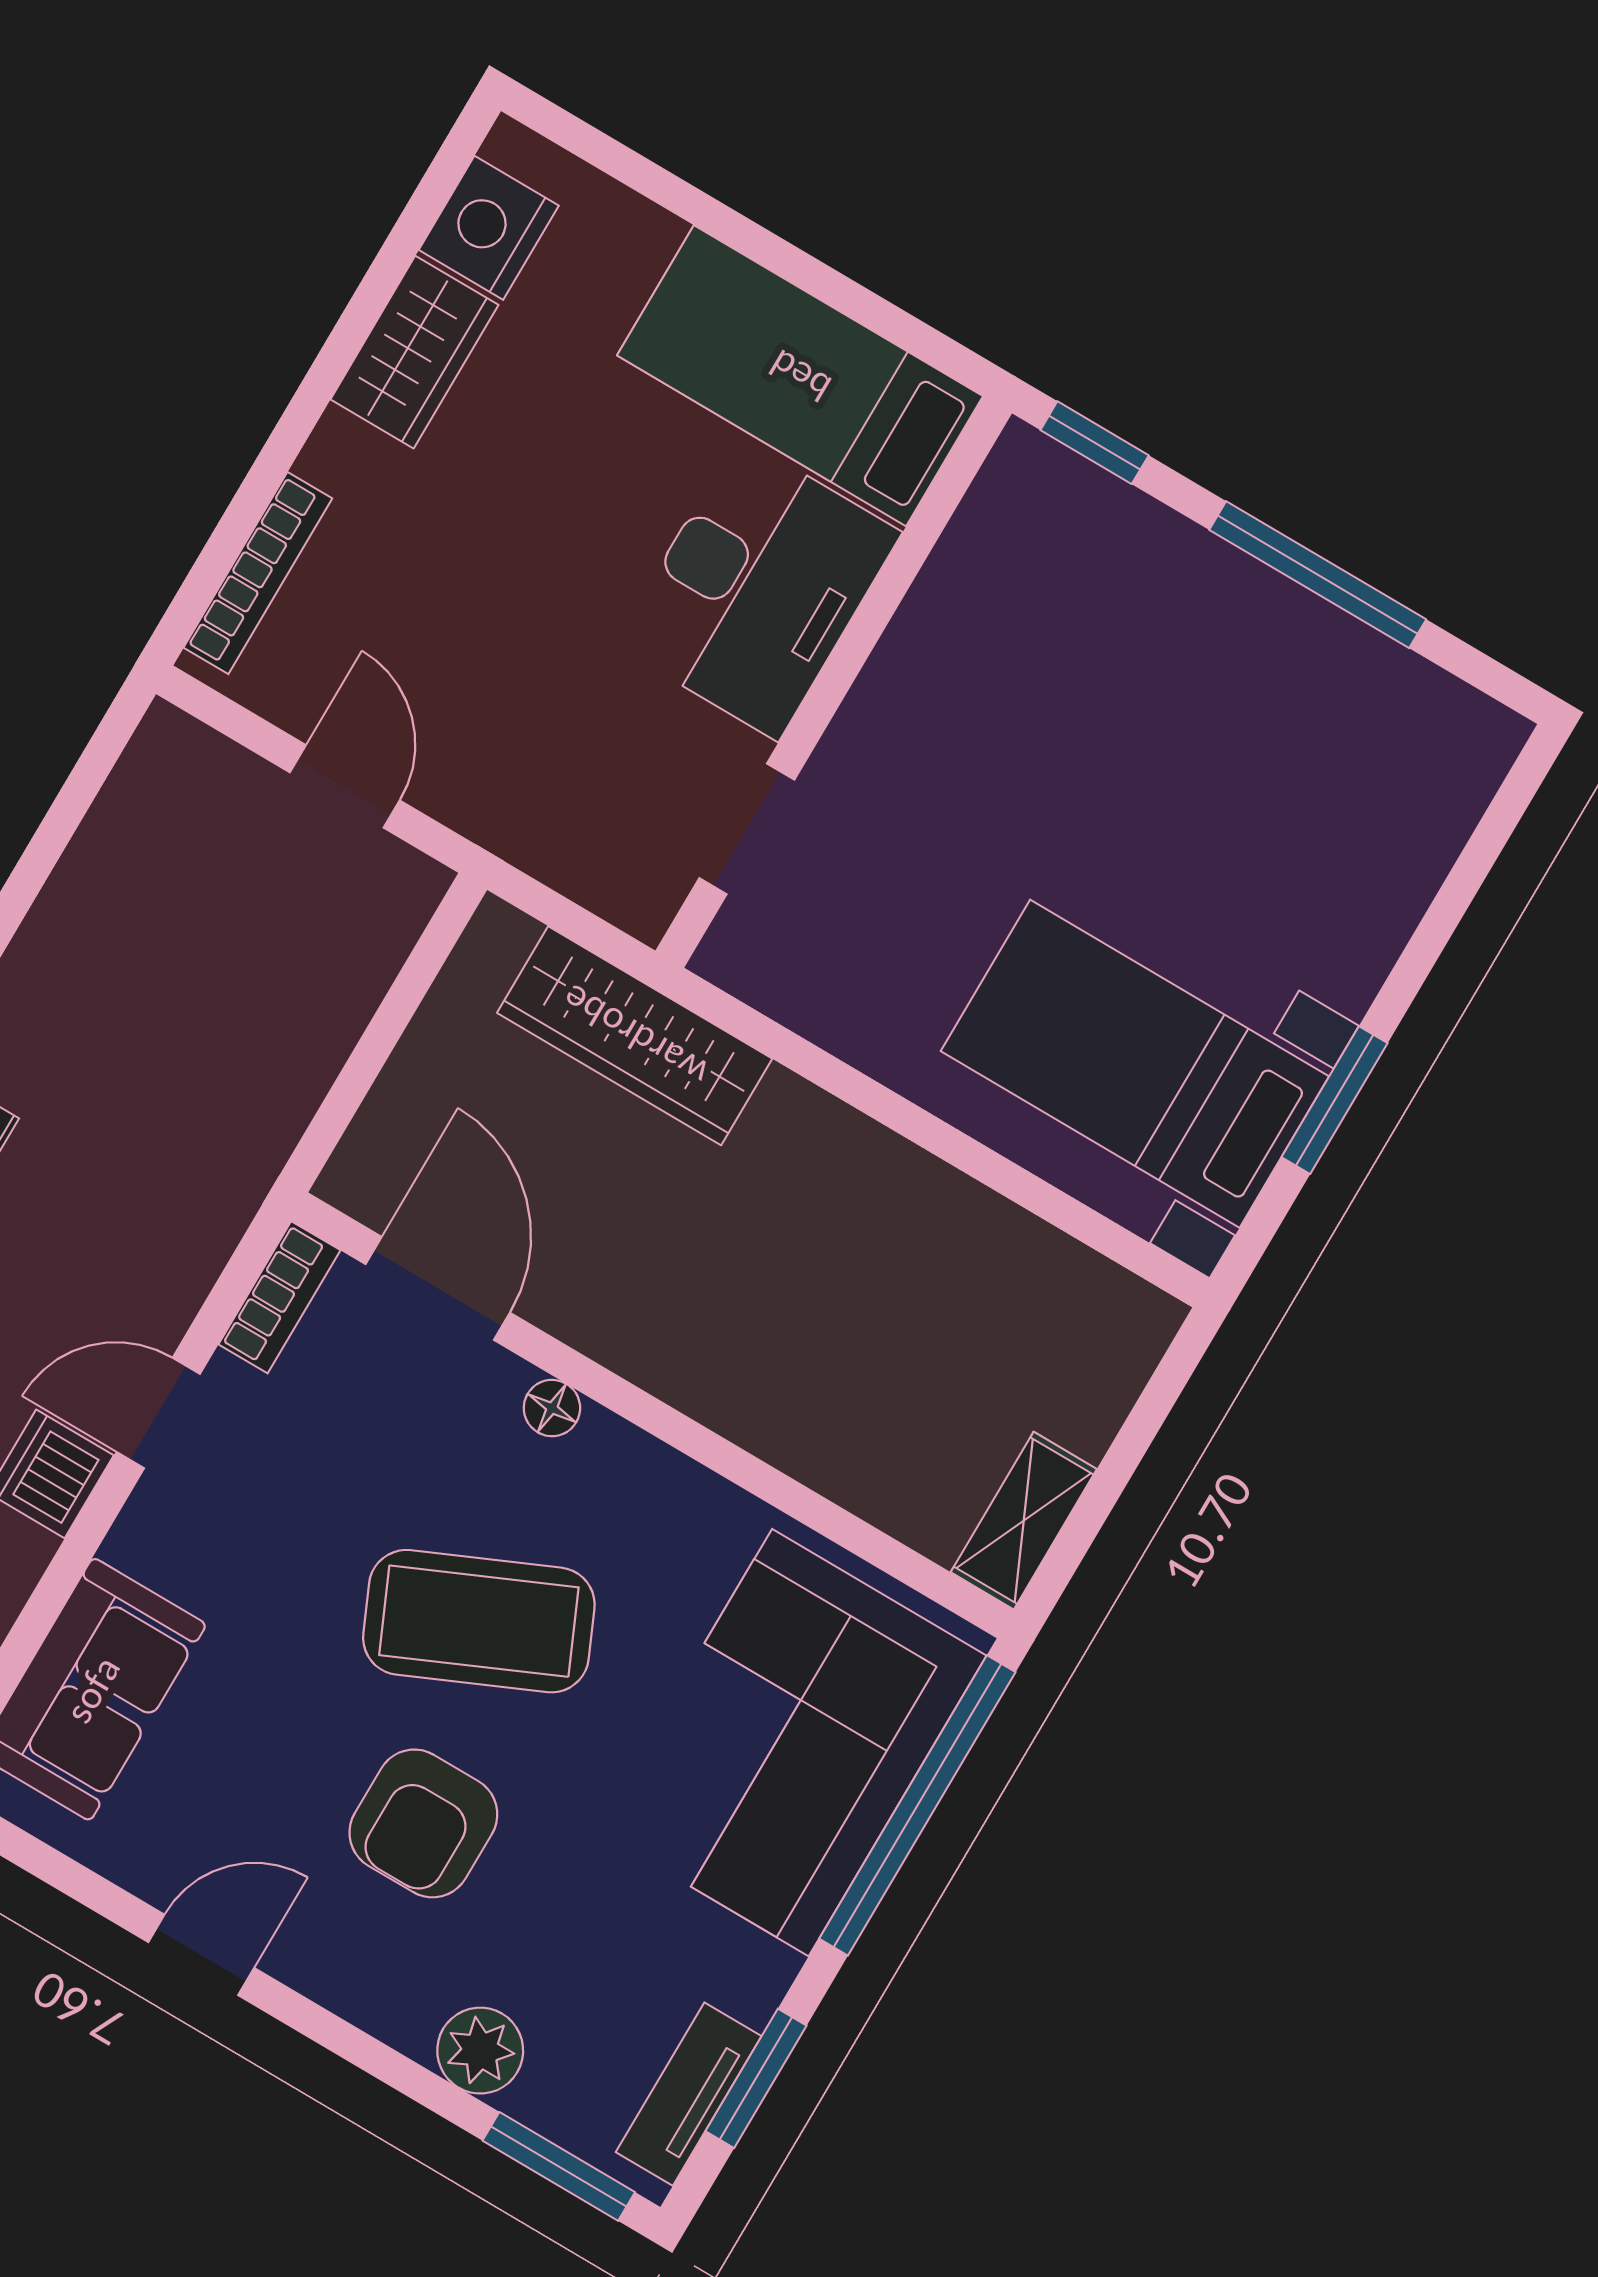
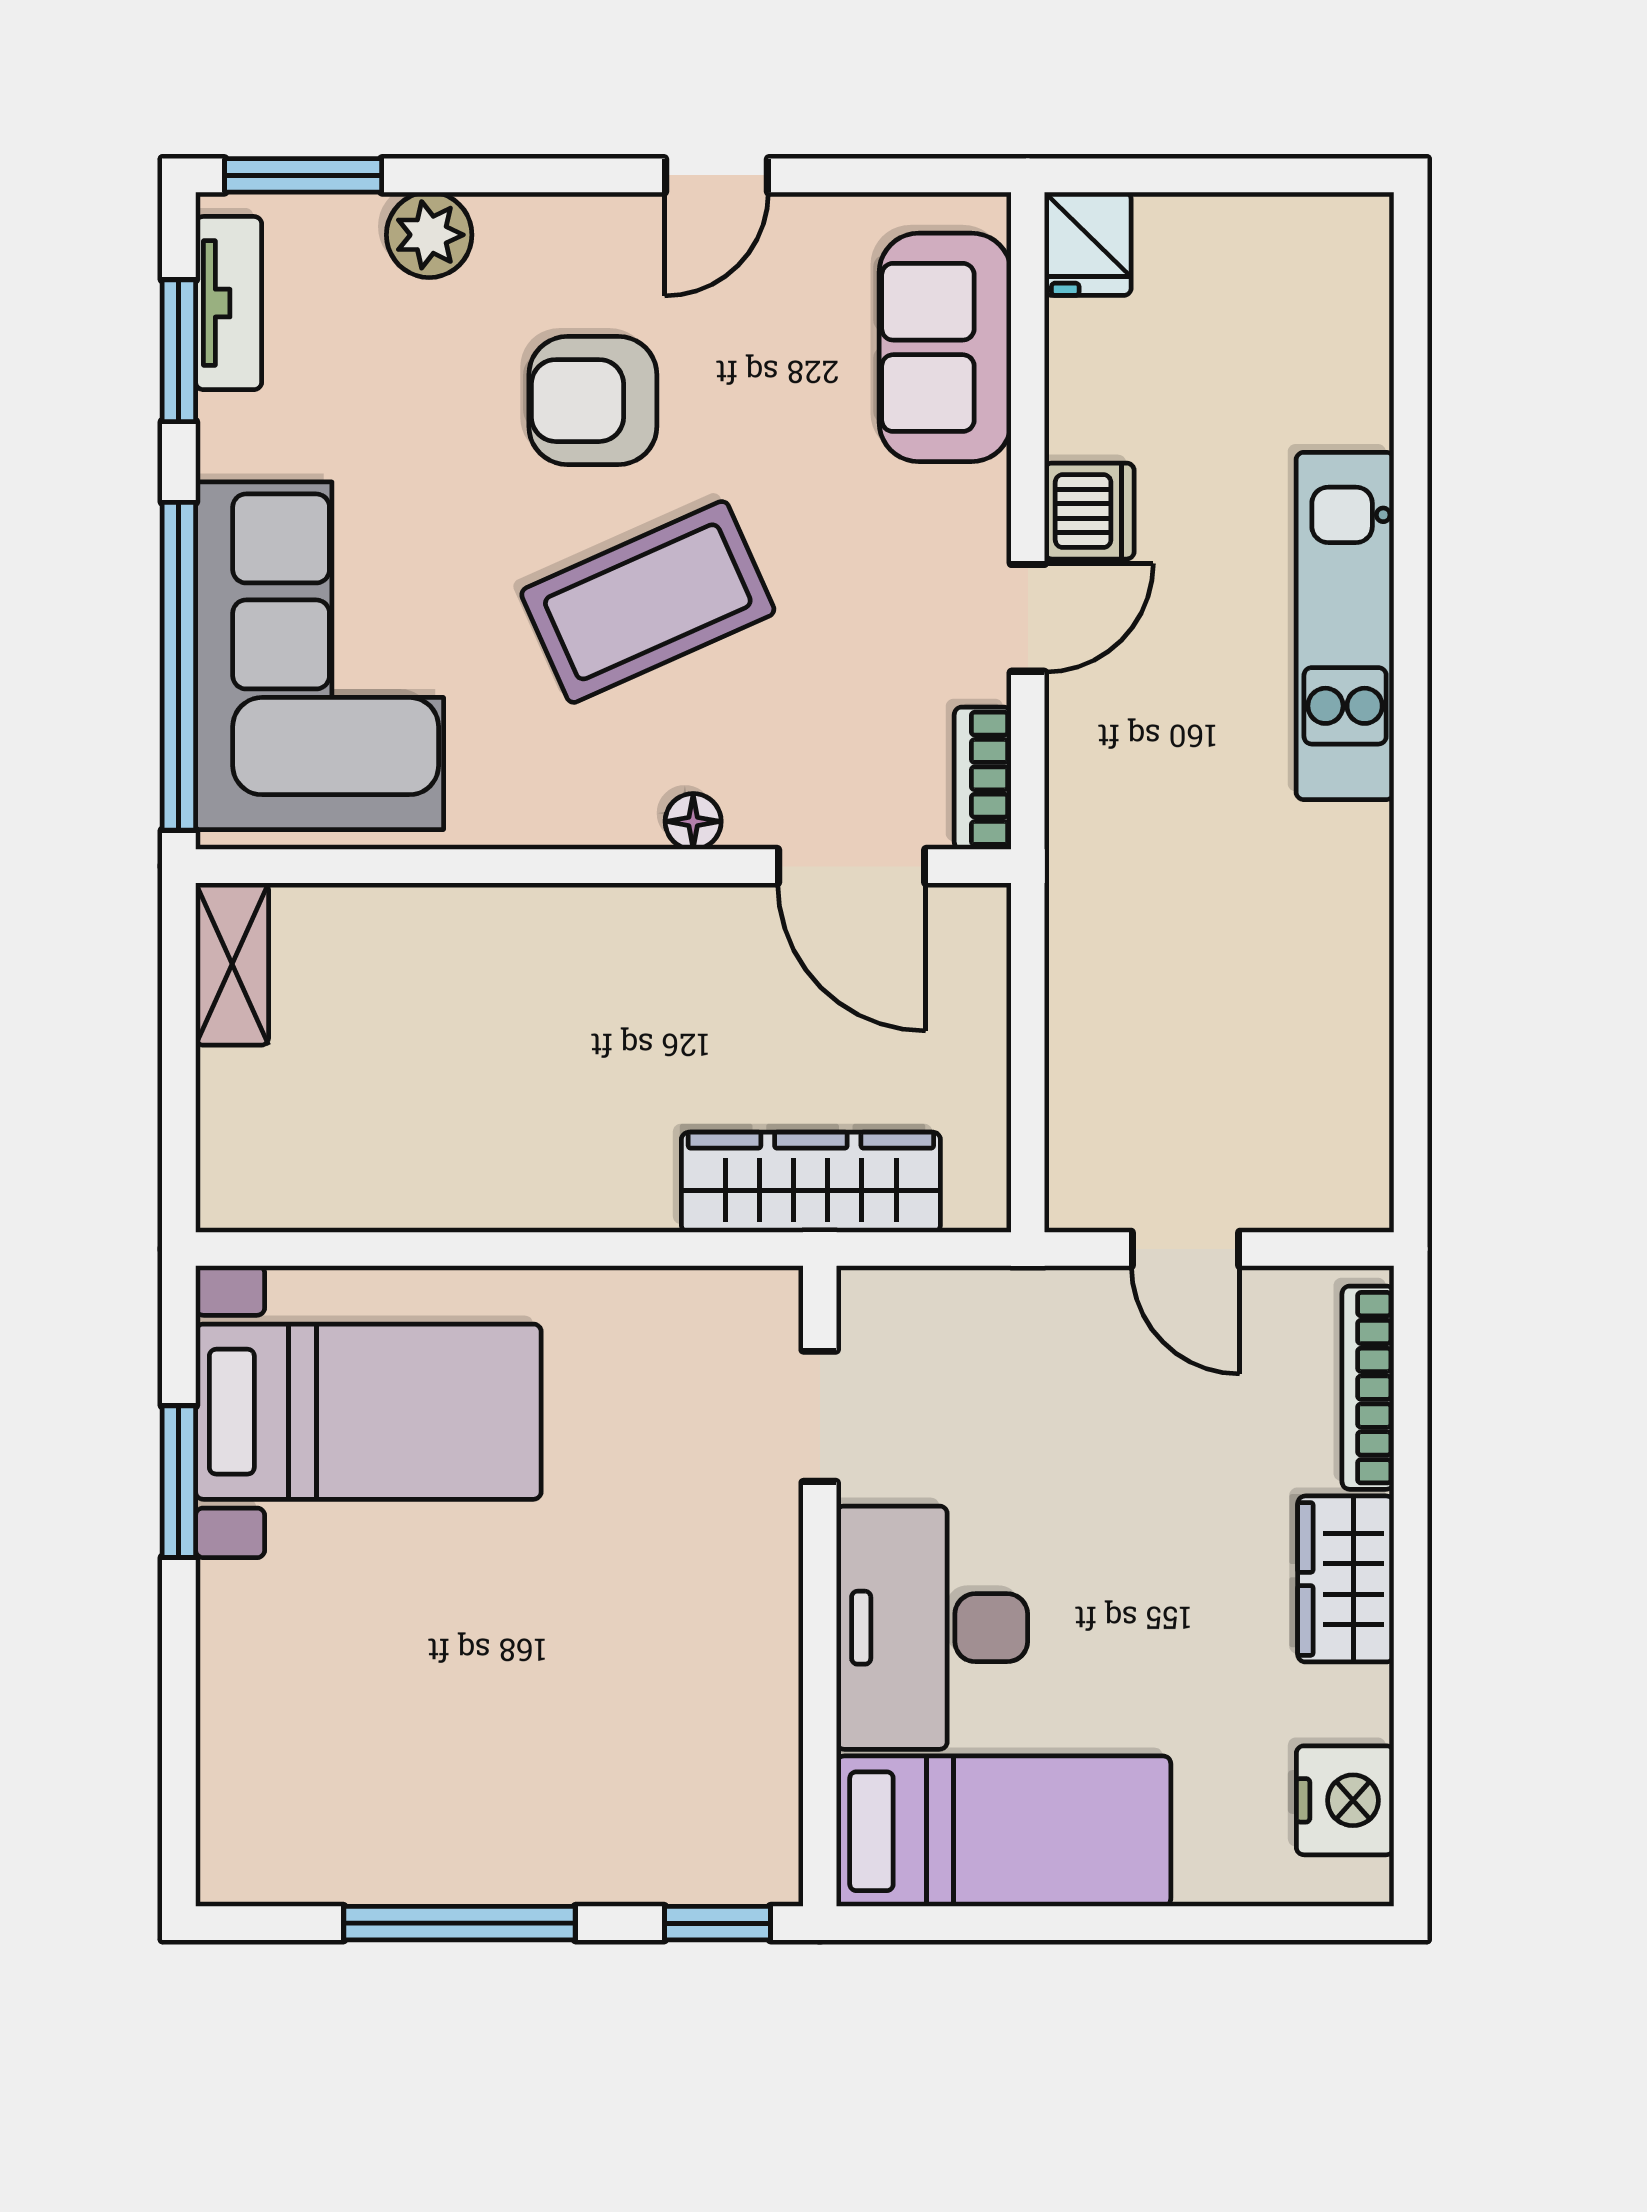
wardrobe: (414, 352) -> (1346, 1579), moved
armchair: (423, 1823) -> (593, 401), turned -90

